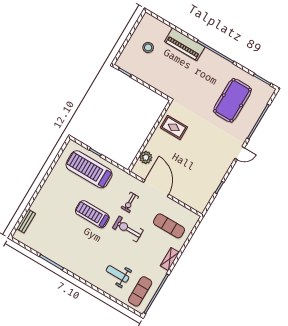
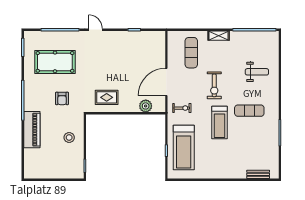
stool: (148, 47) -> (69, 137), moved
armchair: (196, 87) -> (62, 98), added
rug: (174, 127) -> (107, 97), turned 90
exercise bike: (130, 202) -> (182, 108), moved
weight bench: (117, 274) -> (257, 72), turned -90
exercise mat: (140, 291) -> (249, 111), moved

